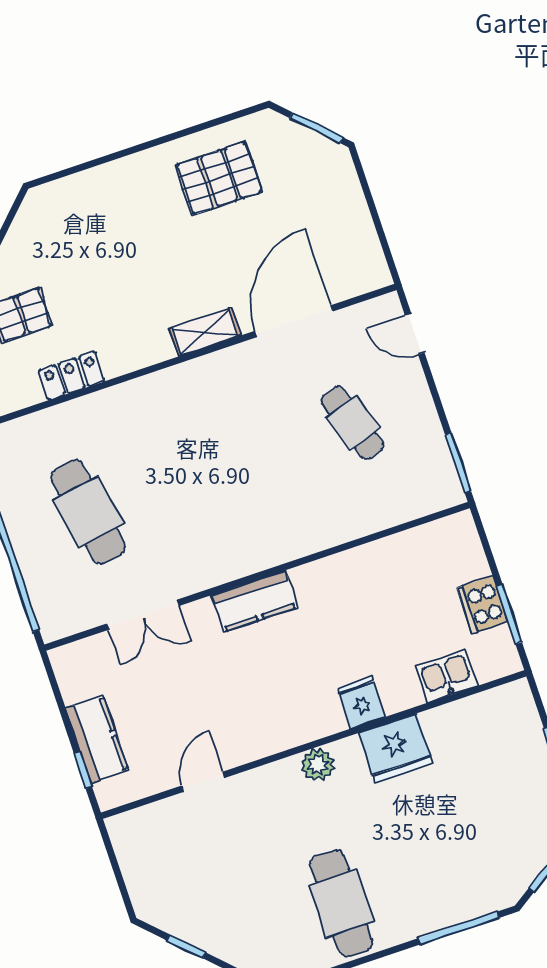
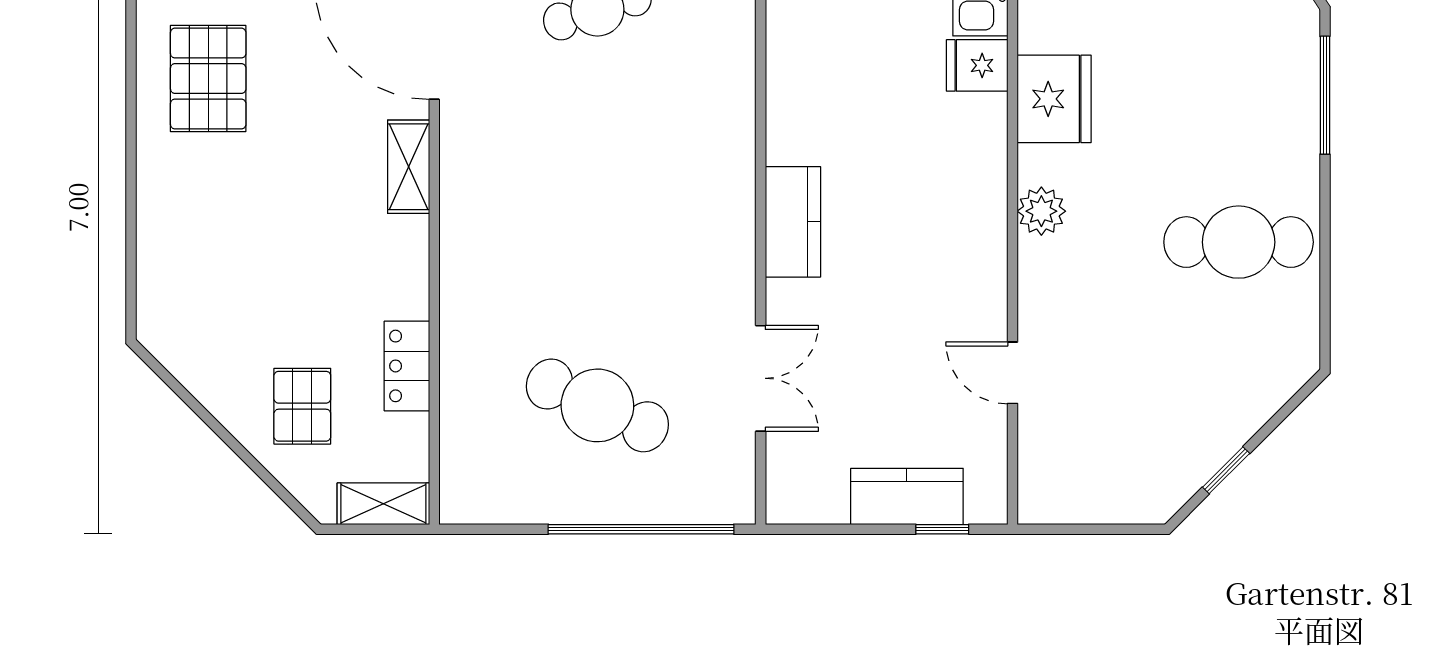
cafe table: (88, 512) -> (597, 405), turned 33
fridge: (361, 702) -> (977, 65), moved

